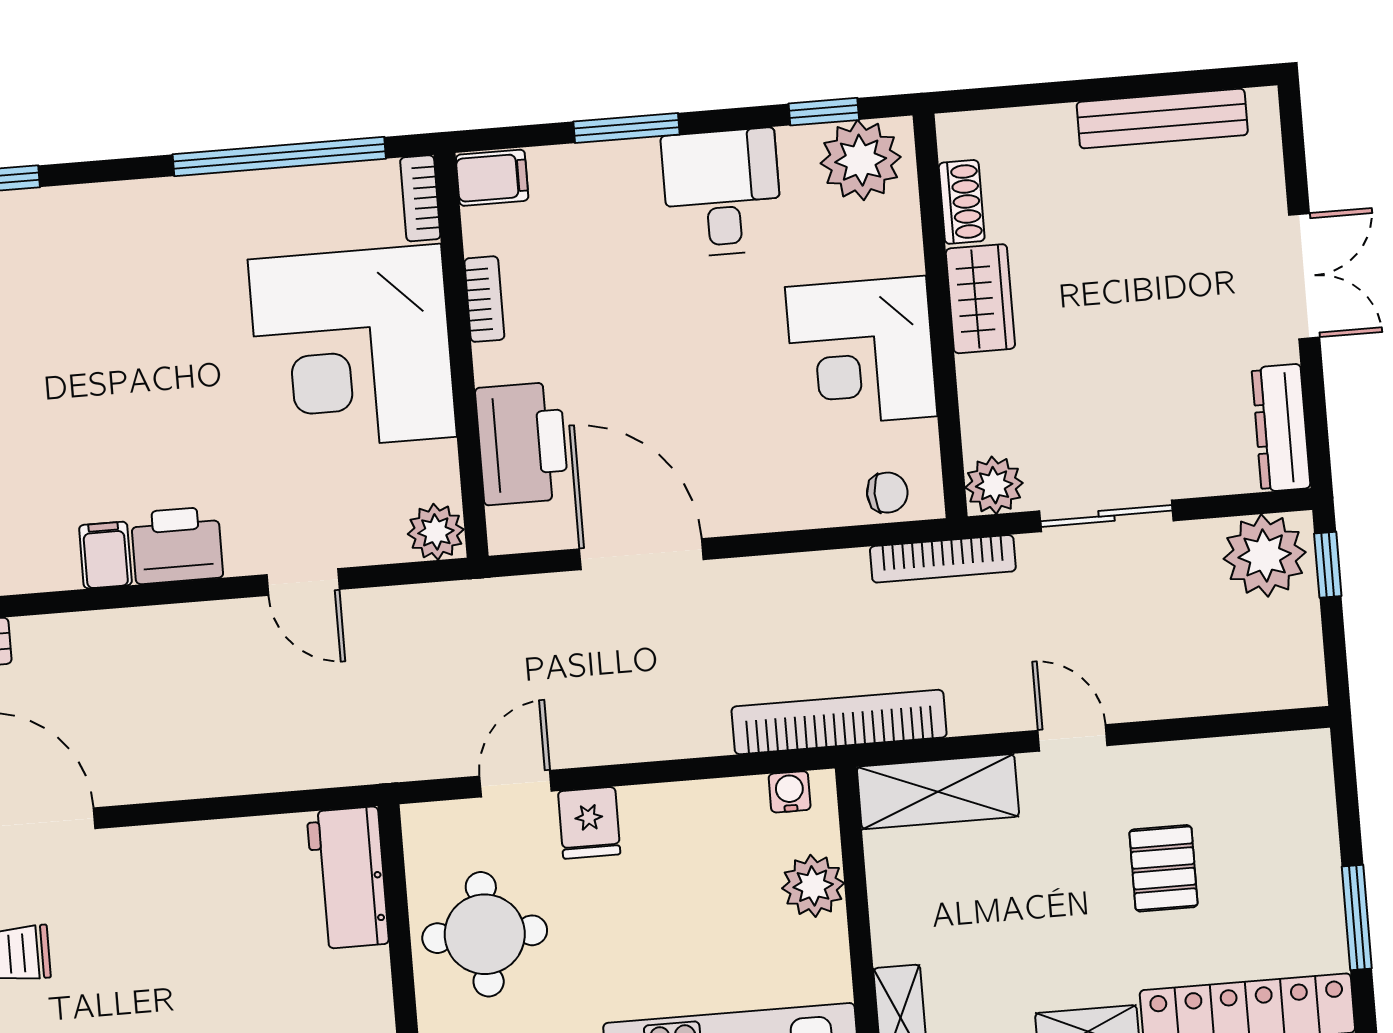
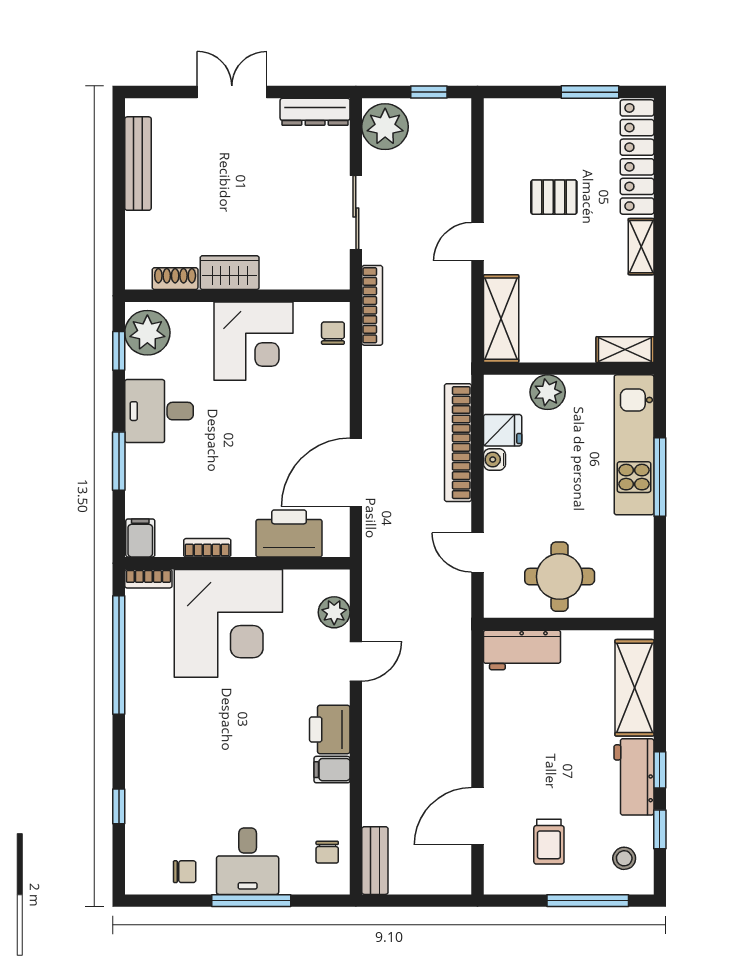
plant: (994, 485) -> (334, 274), removed
plant: (436, 532) -> (334, 612), moved
window: (1328, 565) -> (429, 92), moved
bookcase: (839, 722) -> (458, 443), moved
water cooler: (790, 792) -> (494, 459), moved
fridge: (589, 823) -> (503, 430), moved

